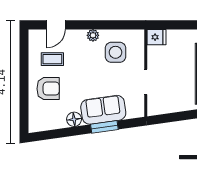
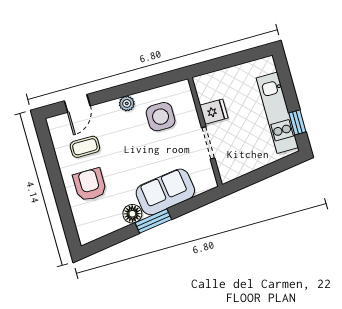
fridge: (157, 37) -> (214, 112), moved
armchair: (48, 89) -> (90, 185), turned -90
window: (104, 127) -> (153, 221), moved

